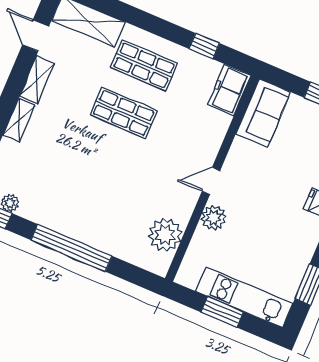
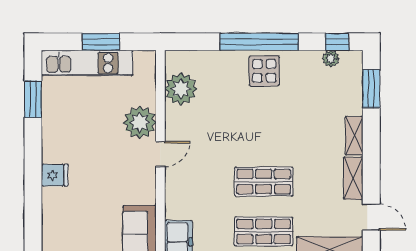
display table: (78, 218) -> (264, 71), added
plant: (214, 218) -> (140, 122), width x1.36, depth x1.36

